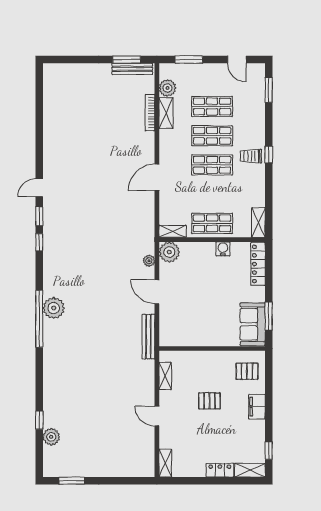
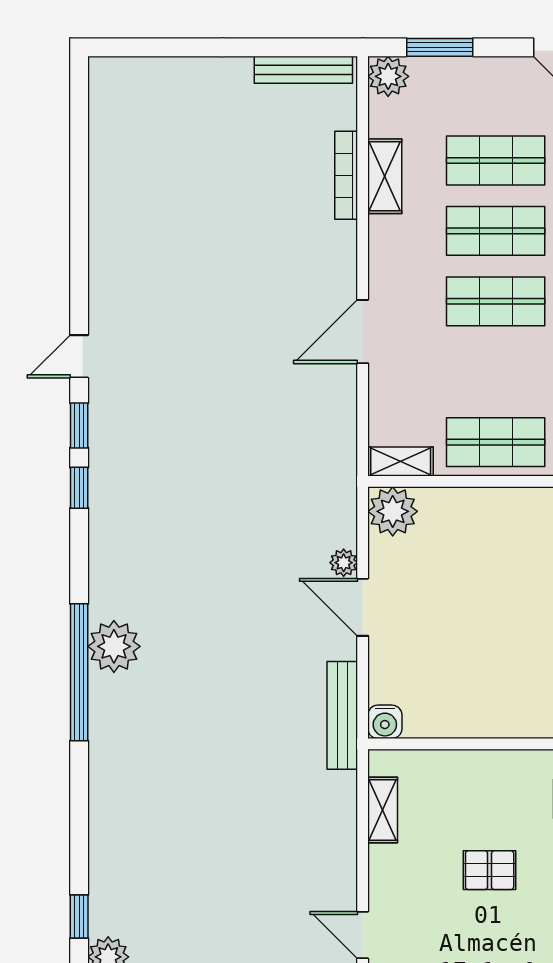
window: (127, 60) -> (290, 47), removed
plant: (167, 88) -> (388, 76), moved
water cooler: (223, 249) -> (385, 722), moved, turned 180
plant: (149, 261) -> (344, 563), moved
door: (157, 416) -> (363, 935), moved

